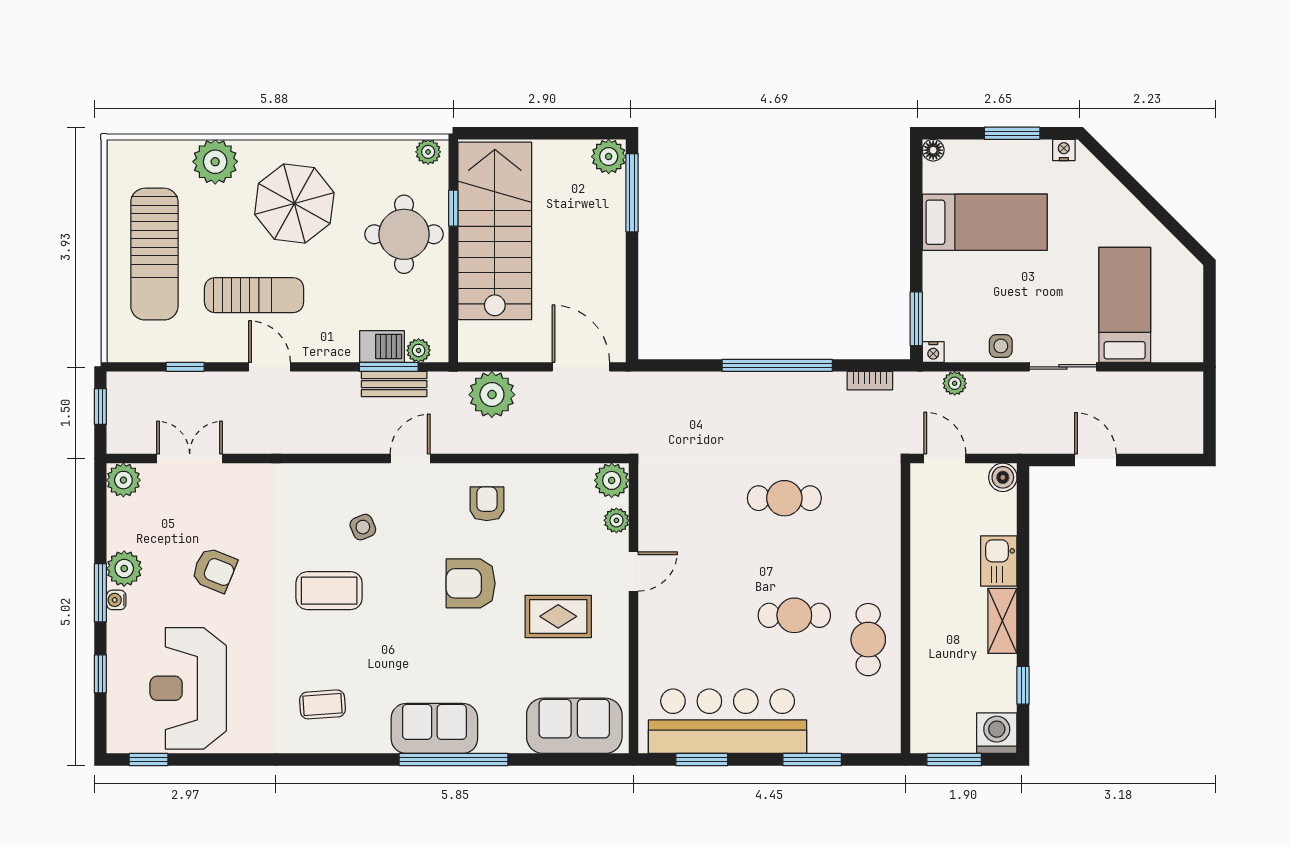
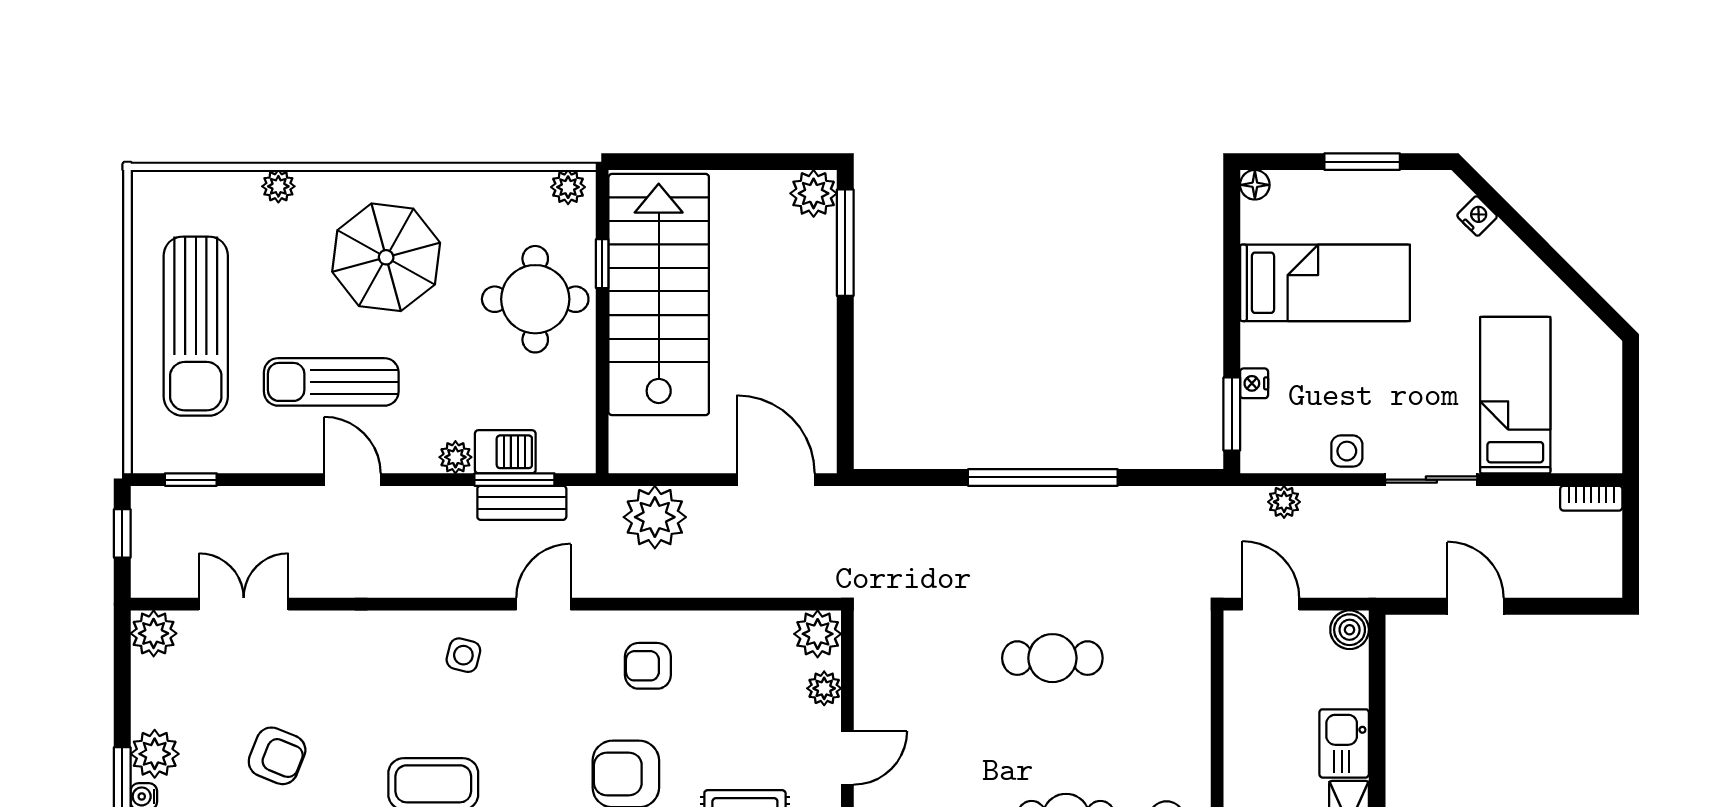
nightstand: (1064, 150) -> (1477, 216), moved, turned 45
plant: (215, 162) -> (278, 186), width x0.53, depth x0.53
sun lounger: (254, 295) -> (331, 382), turned 180
plant: (419, 350) -> (455, 457), moved
nightstand: (933, 352) -> (1254, 383), moved, turned 90
window: (185, 367) -> (191, 480), moved
bookcase: (870, 381) -> (1591, 498), moved
armchair: (487, 504) -> (648, 666), turned -90
side table: (363, 527) -> (463, 655), moved, turned 37

